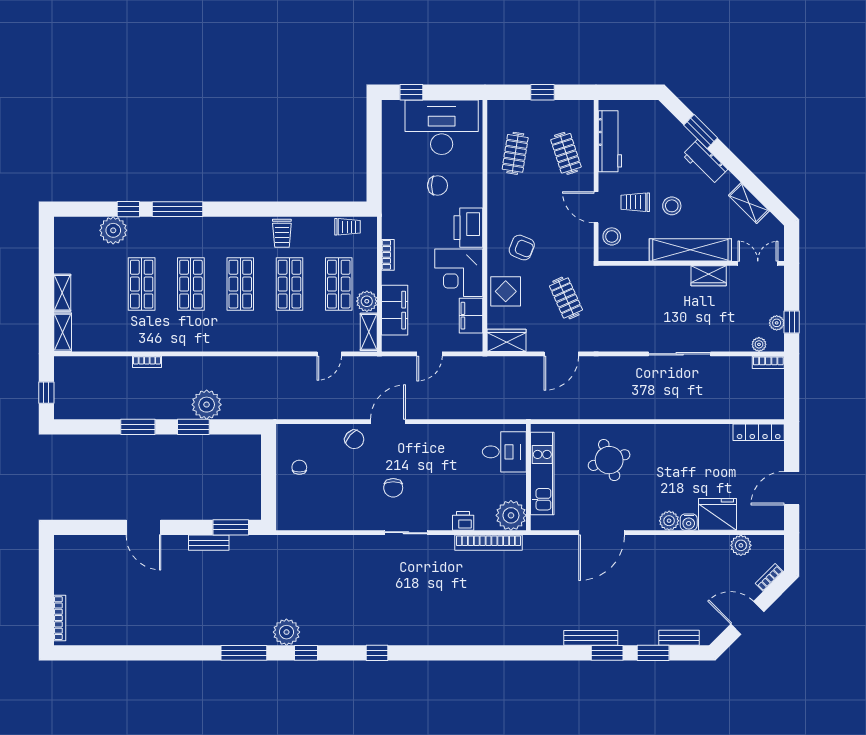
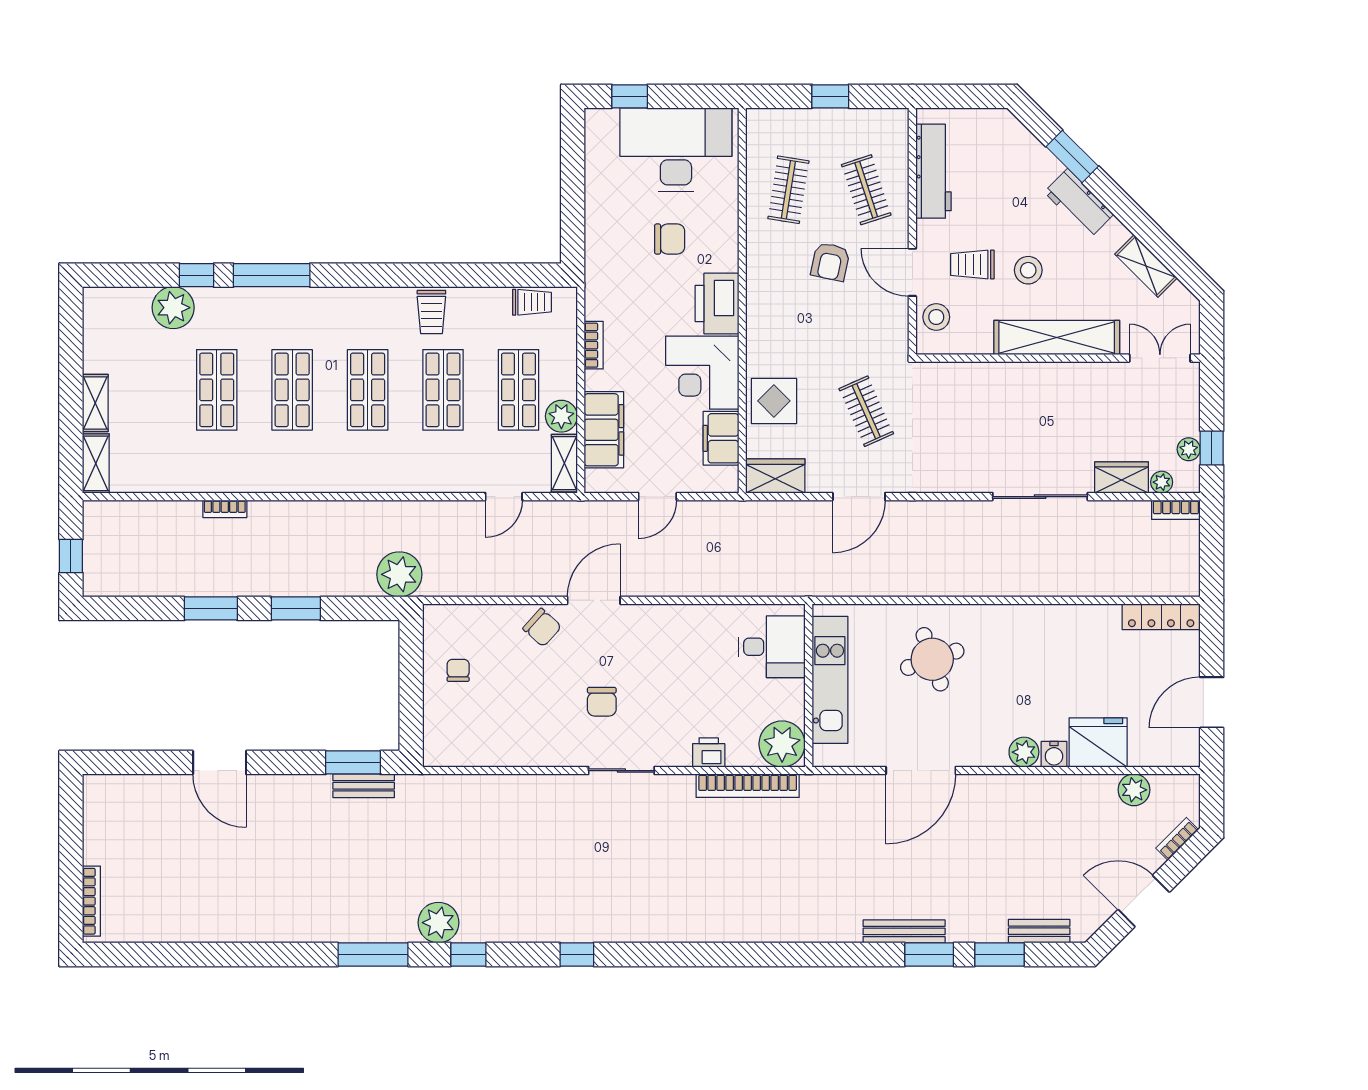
armchair: (522, 248) -> (830, 262), moved, turned 80
wardrobe: (709, 276) -> (1122, 478), moved, turned 180
plant: (207, 405) -> (399, 574), moved
bench: (209, 543) -> (364, 786), moved

